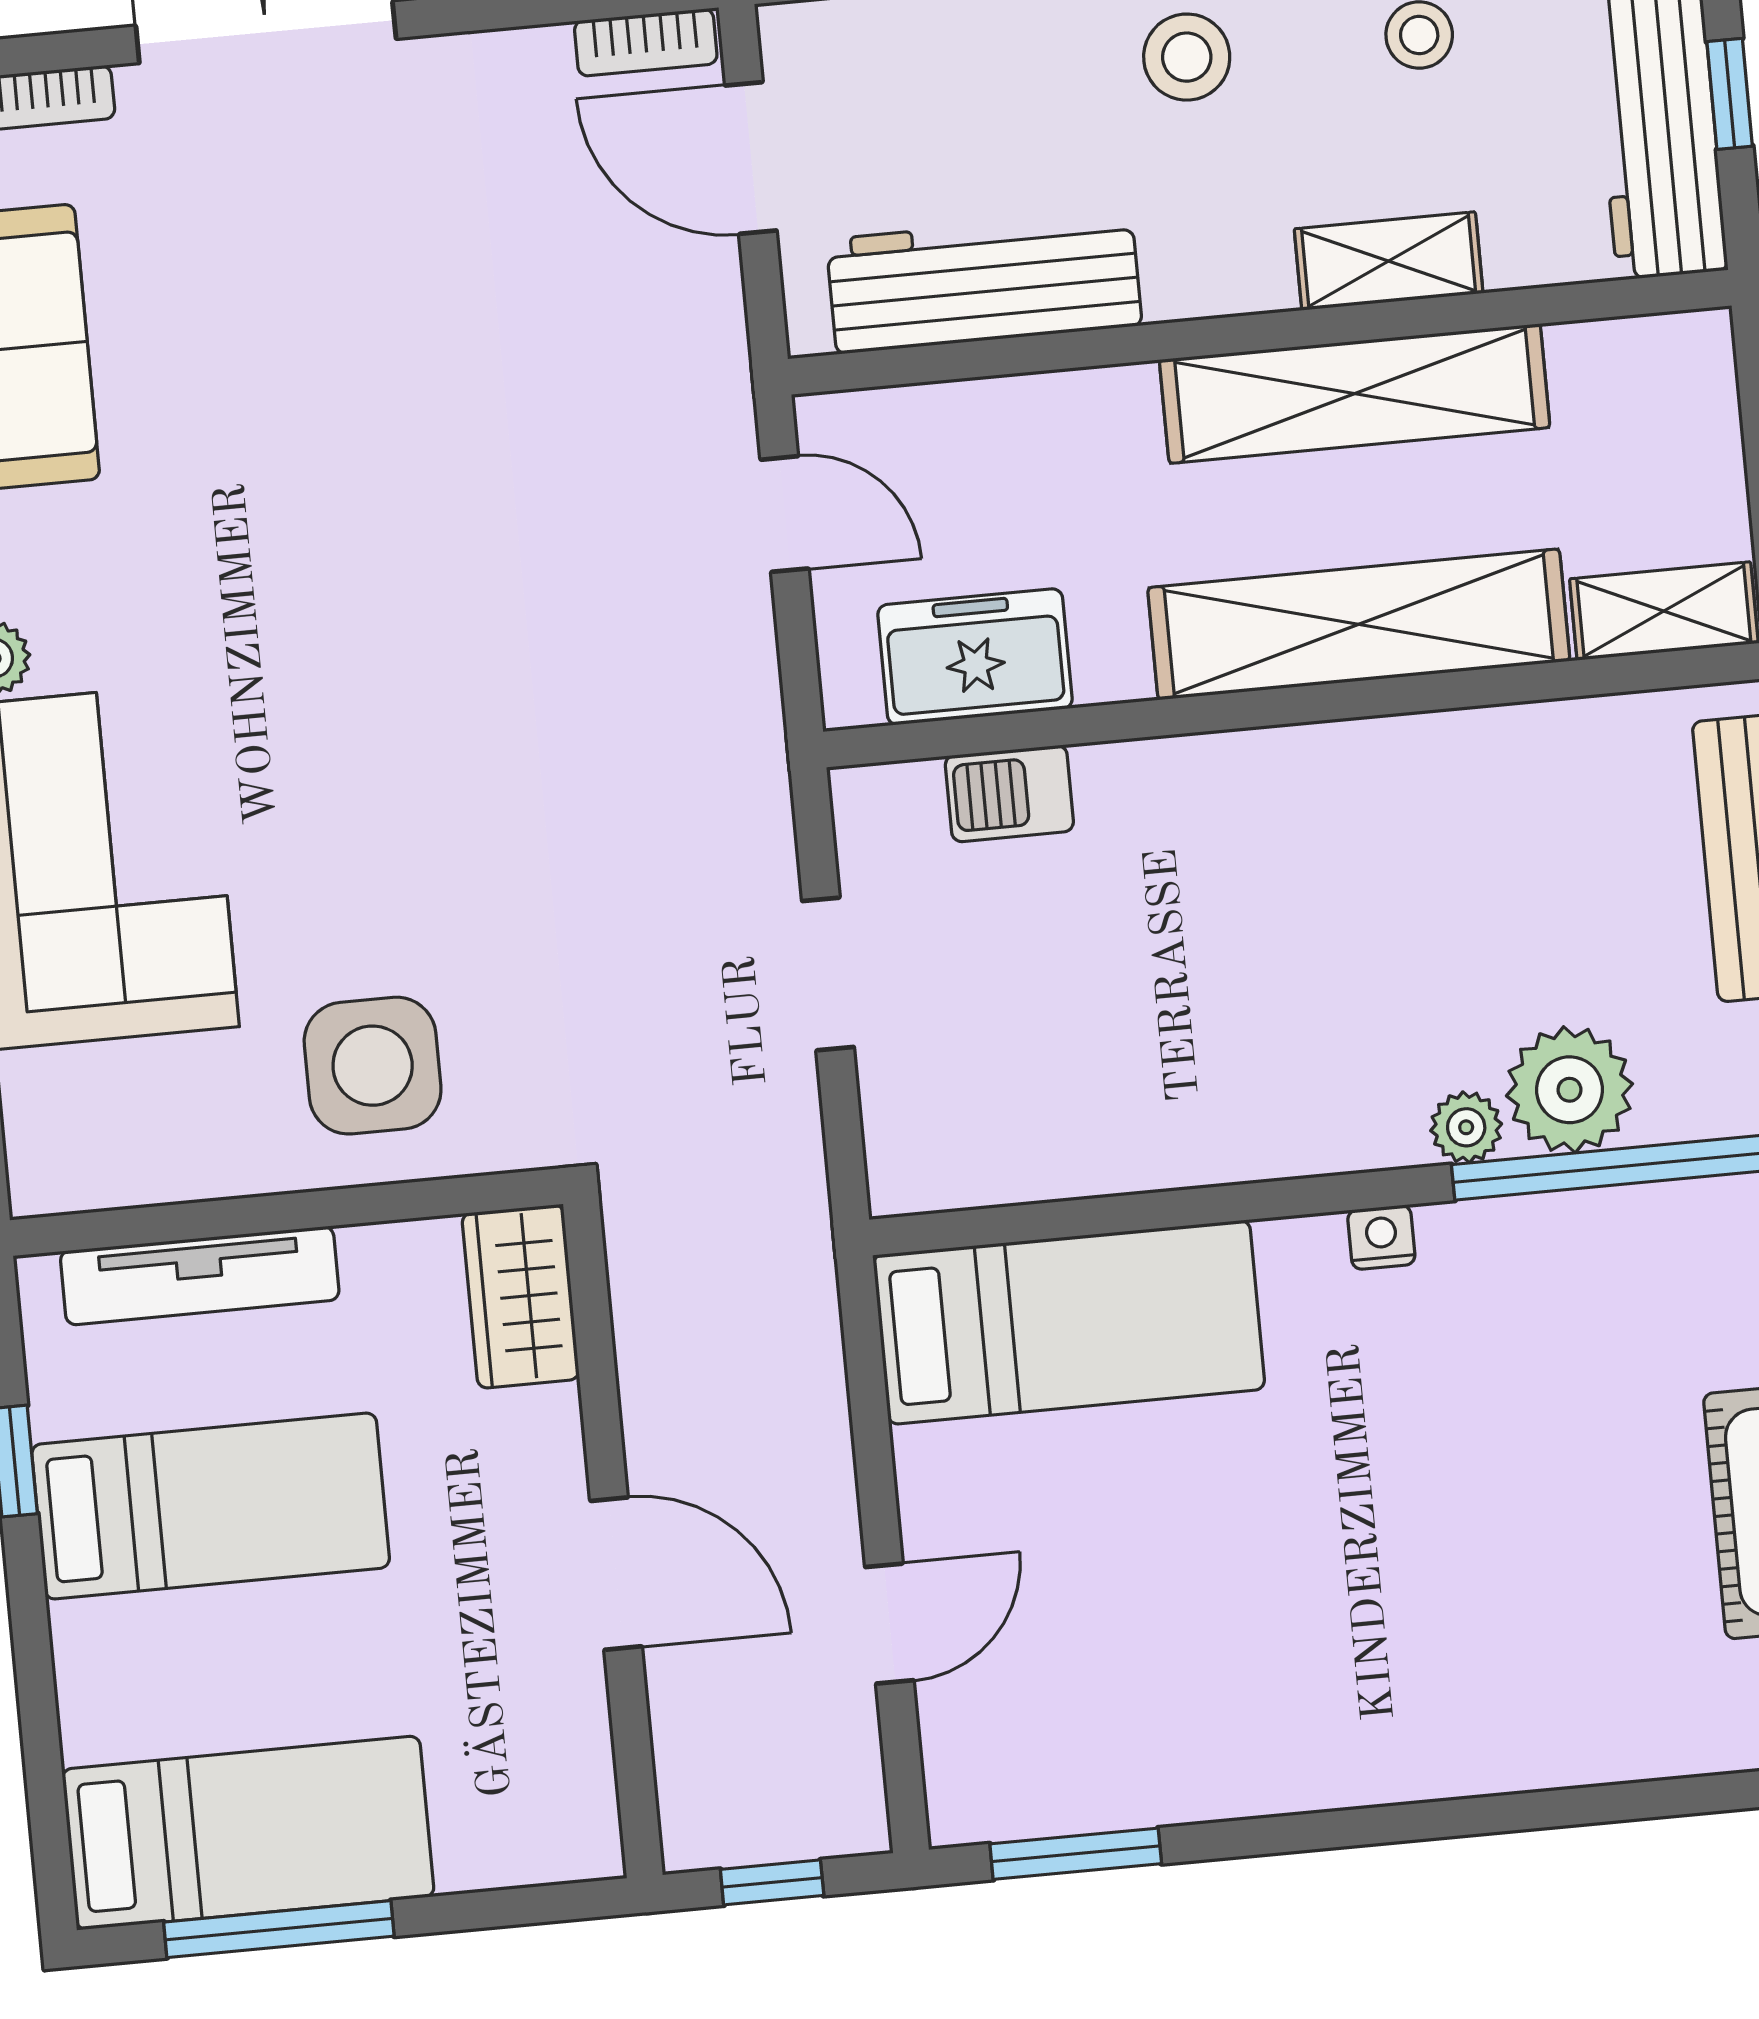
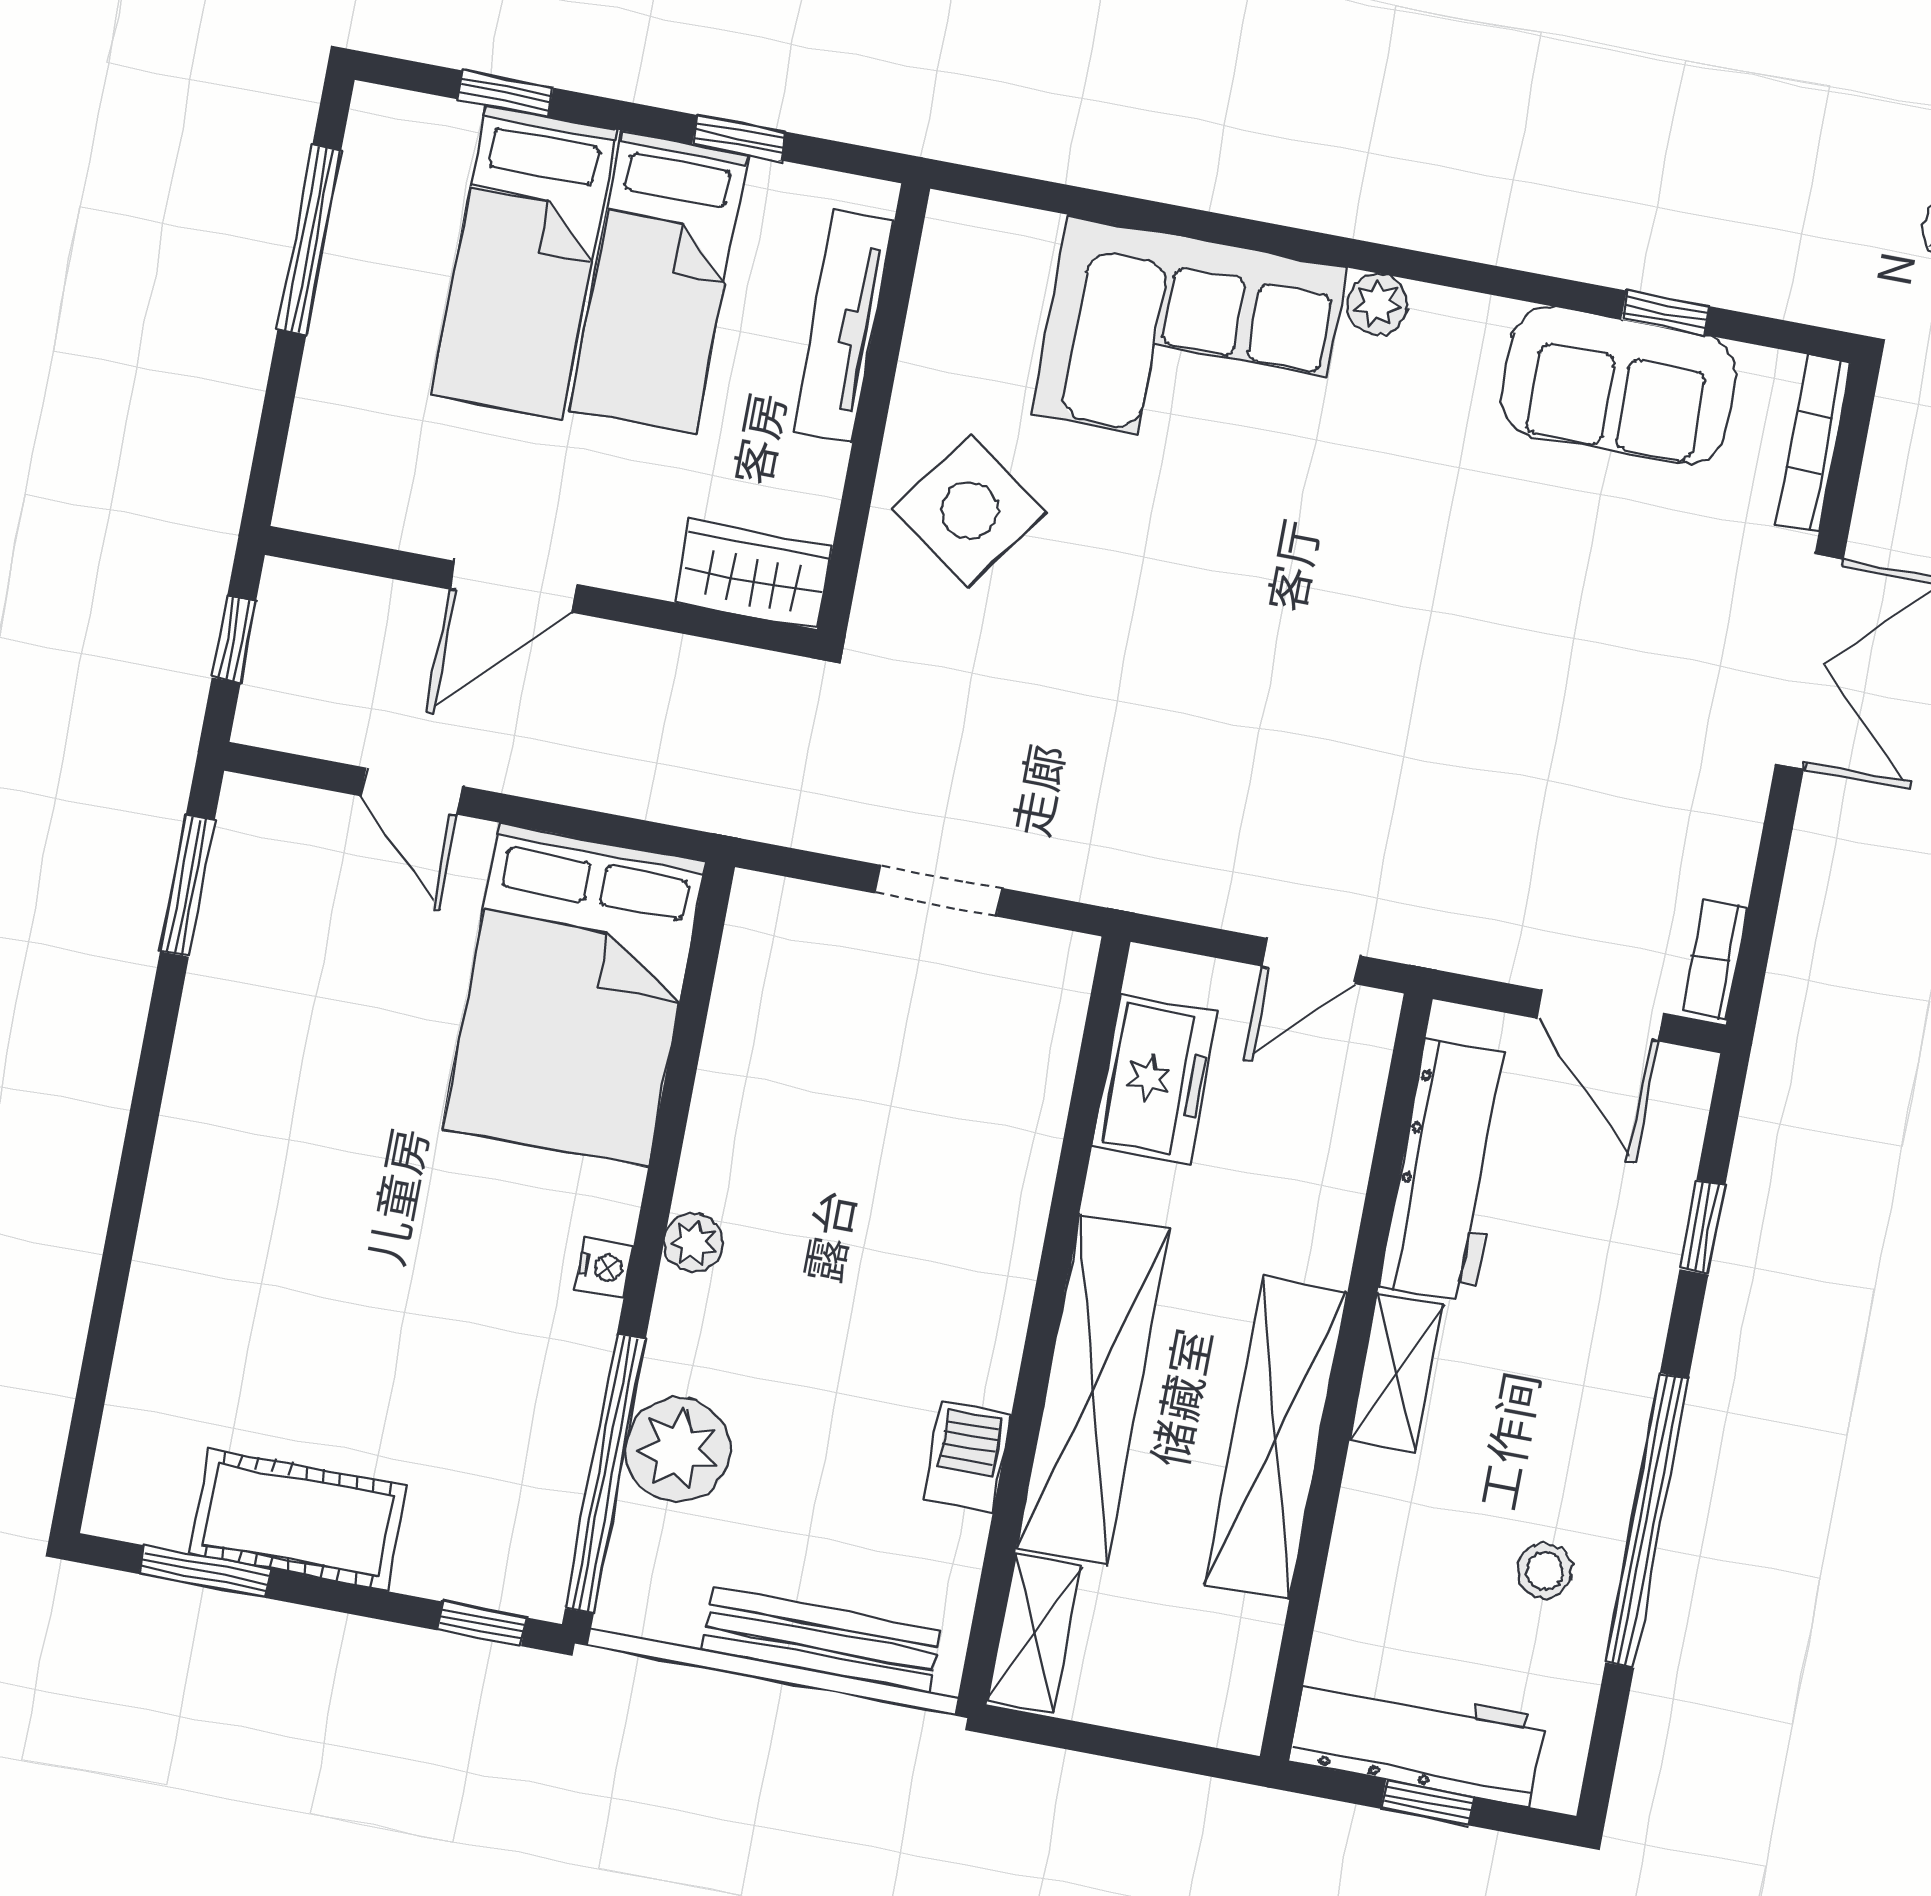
stool: (1187, 57) -> (1580, 1383), removed
door: (751, 158) -> (1600, 1016), swing flipped
shelving: (1389, 261) -> (1396, 1372), moved
barbecue: (1009, 794) -> (967, 1457), moved
side table: (373, 1066) -> (970, 510), turned 36
plant: (1466, 1127) -> (694, 1243), moved
bed: (1069, 1322) -> (574, 995), width x1.50
window: (42, 1749) -> (505, 94), added
bed: (248, 1833) -> (524, 262), moved

